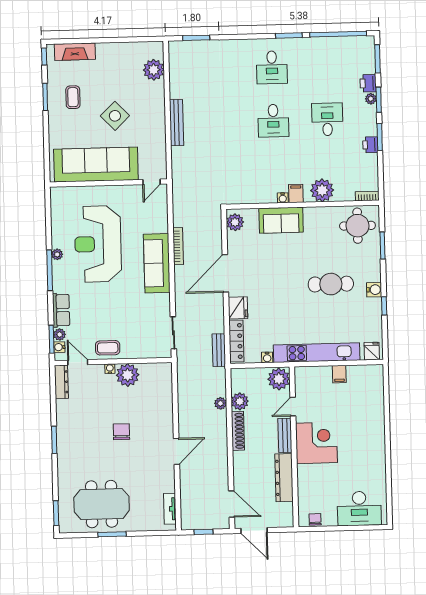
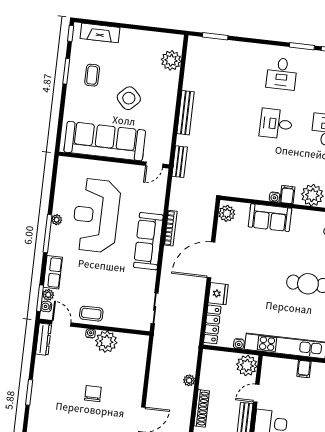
desk: (273, 121) -> (276, 124), turned 90
bench: (219, 350) -> (180, 162), moved
plant: (240, 401) -> (207, 381), removed

